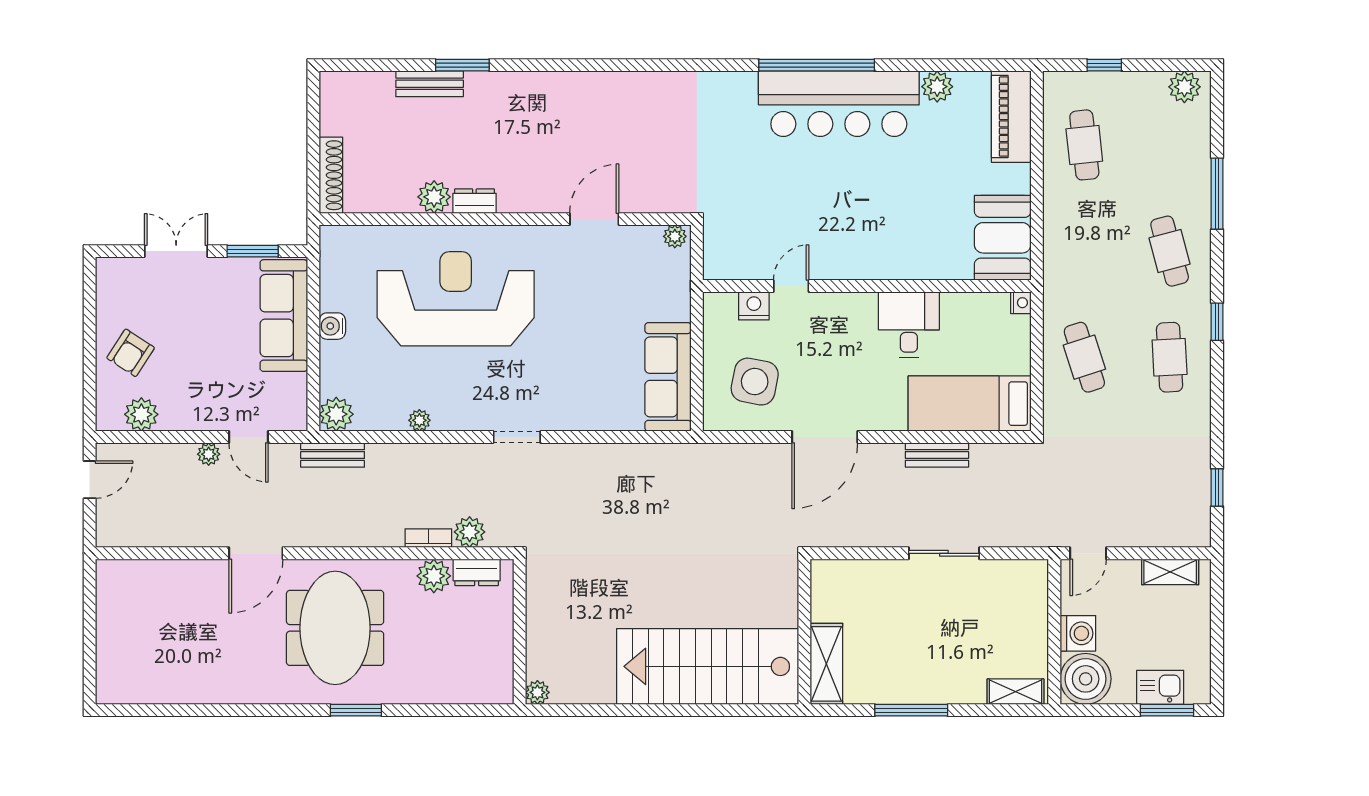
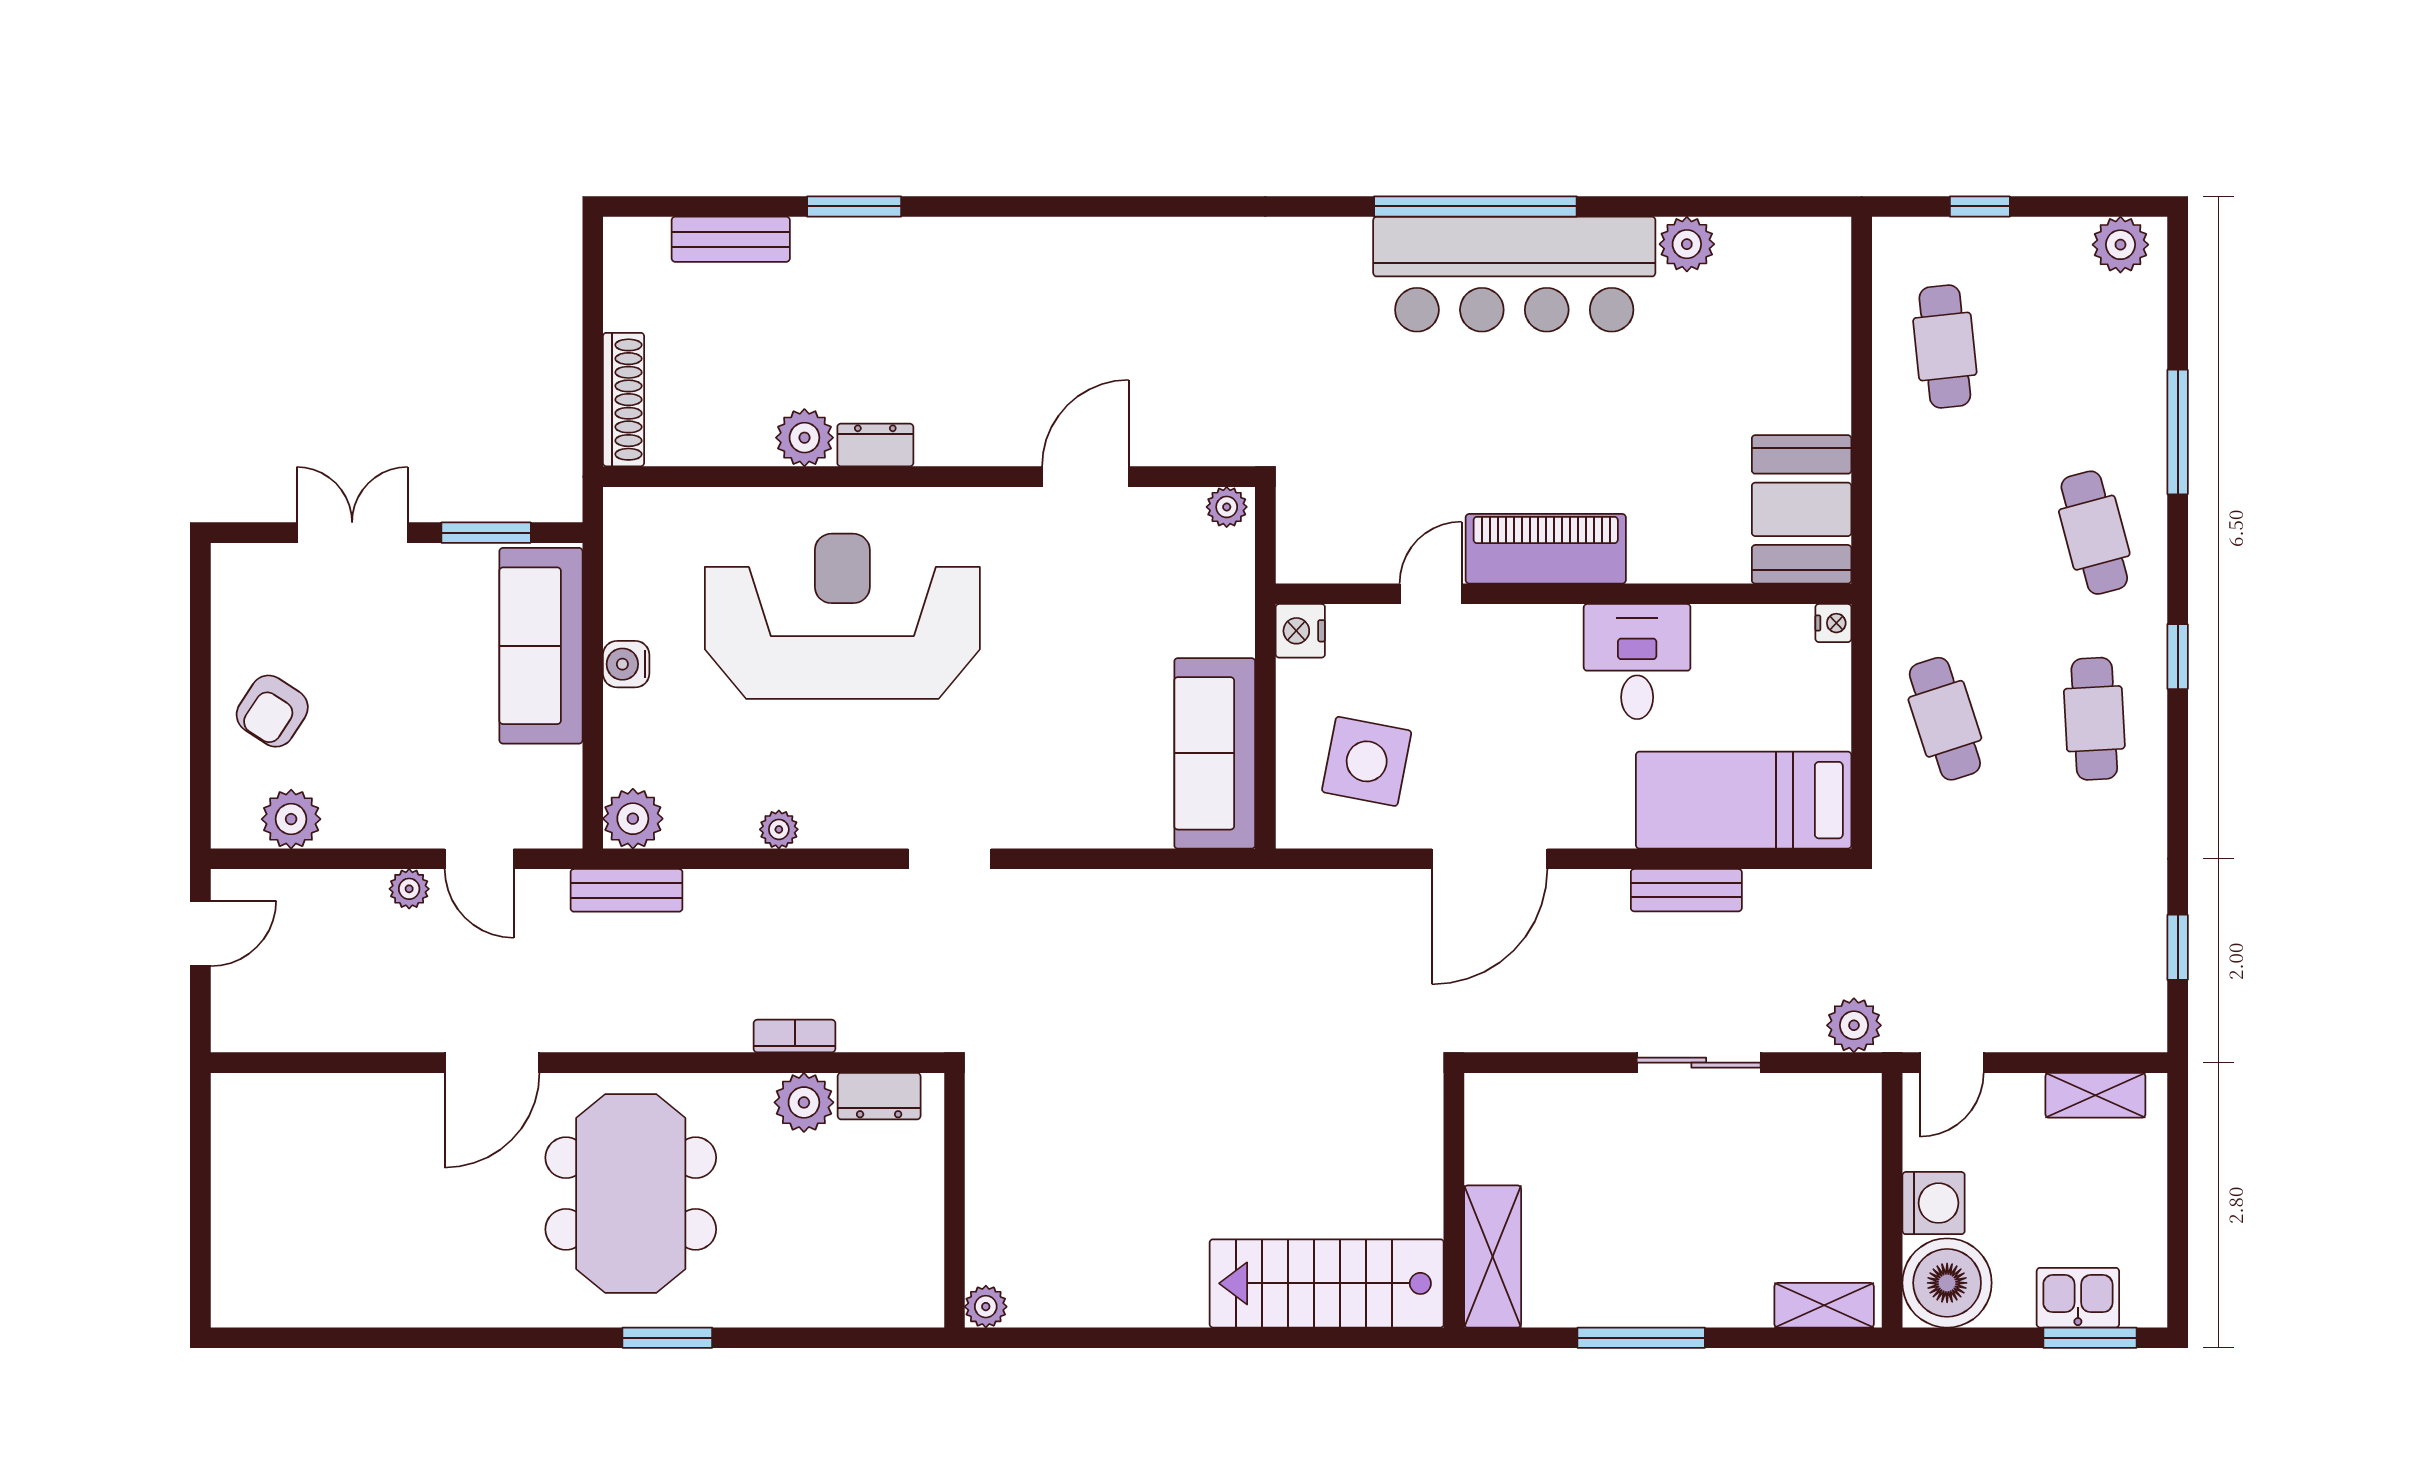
bench: (430, 84) -> (731, 239), moved
piano: (1011, 117) -> (1546, 549), moved, turned 90
nightstand: (754, 306) -> (1300, 631), moved, turned -90
plant: (470, 532) -> (1854, 1025), moved
stairs: (708, 666) -> (1327, 1283), width x0.73, depth x0.66

